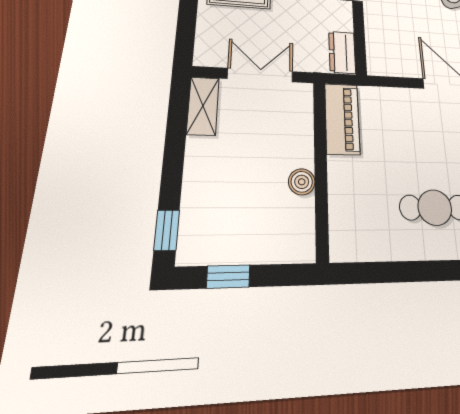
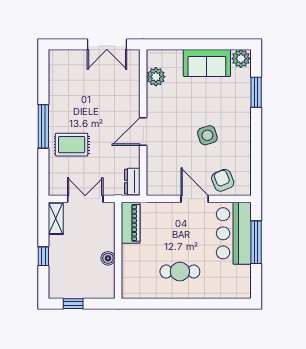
window: (167, 230) -> (43, 256), moved

